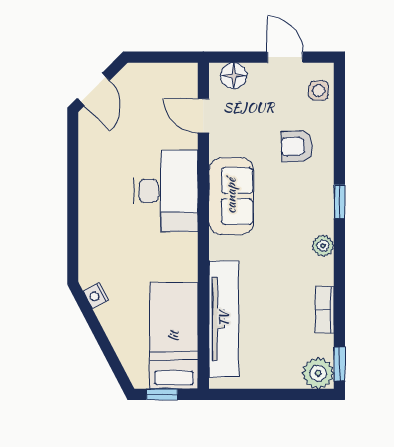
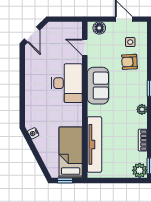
side table: (318, 91) -> (130, 42), moved

